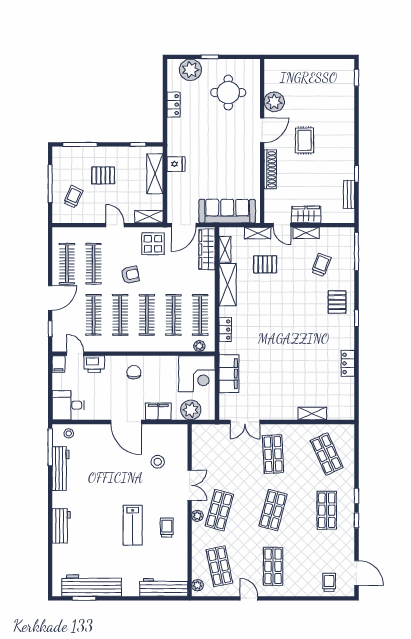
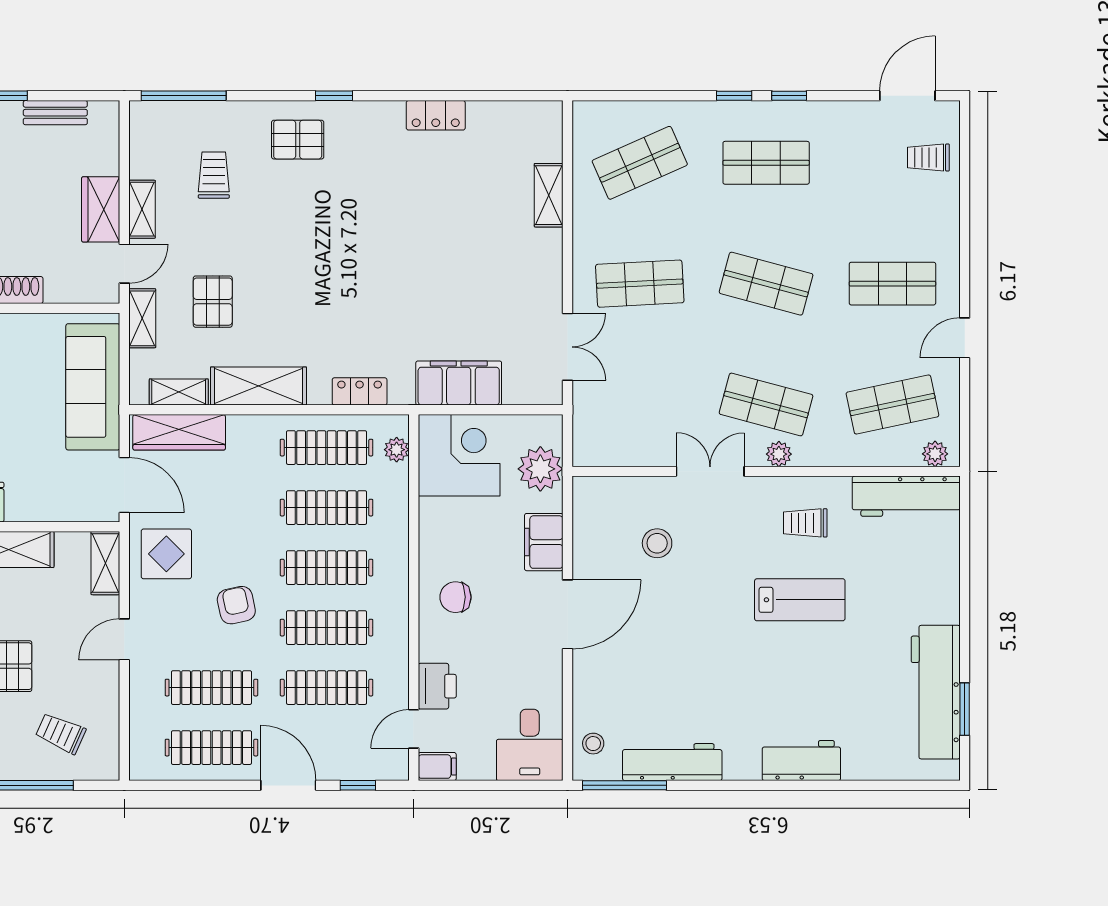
trolley: (321, 265) -> (214, 175), turned 69
workbench: (164, 587) -> (906, 496), moved, turned -90

